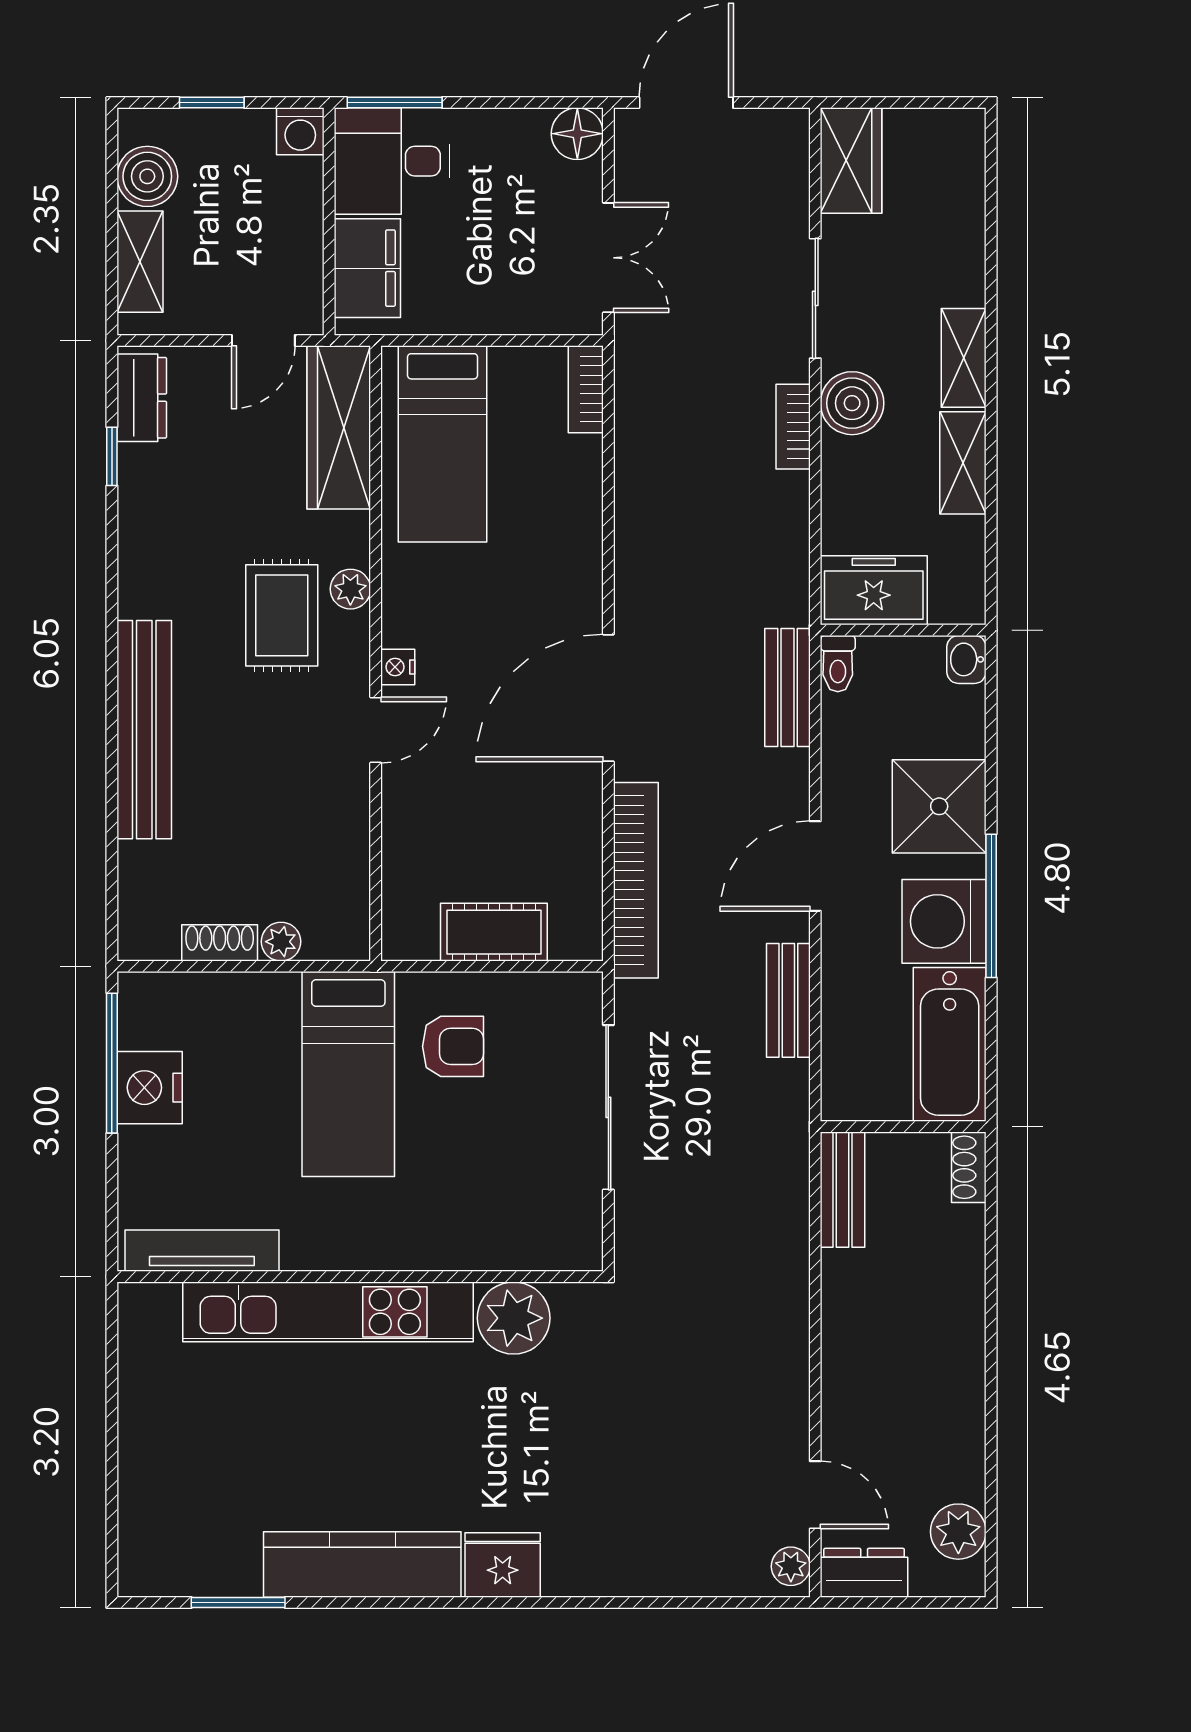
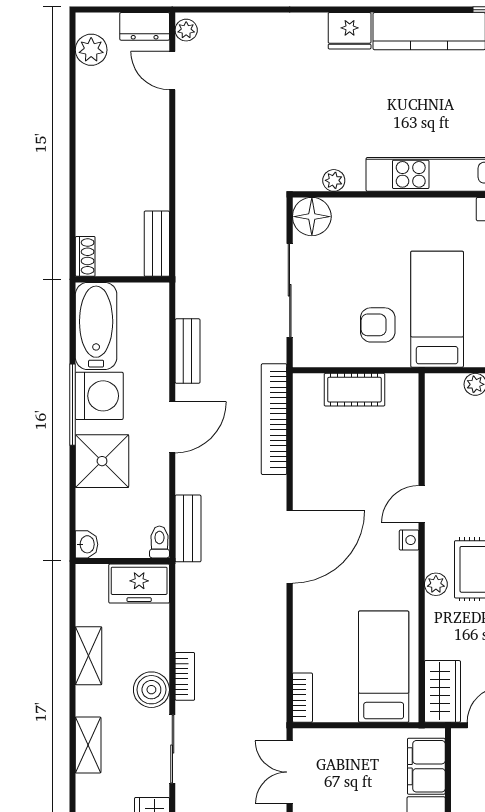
shelving: (964, 358) -> (88, 745), moved
wardrobe: (339, 427) -> (442, 691), width x0.67
door: (608, 698) -> (290, 547), moved
floor lamp: (569, 1238) -> (312, 217), added
plant: (514, 1318) -> (334, 180), width x0.53, depth x0.53

